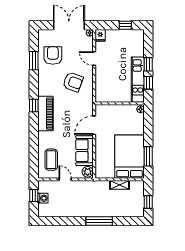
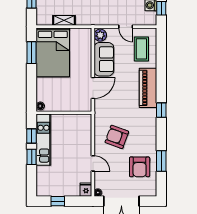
piano: (45, 114) -> (148, 88), moved

